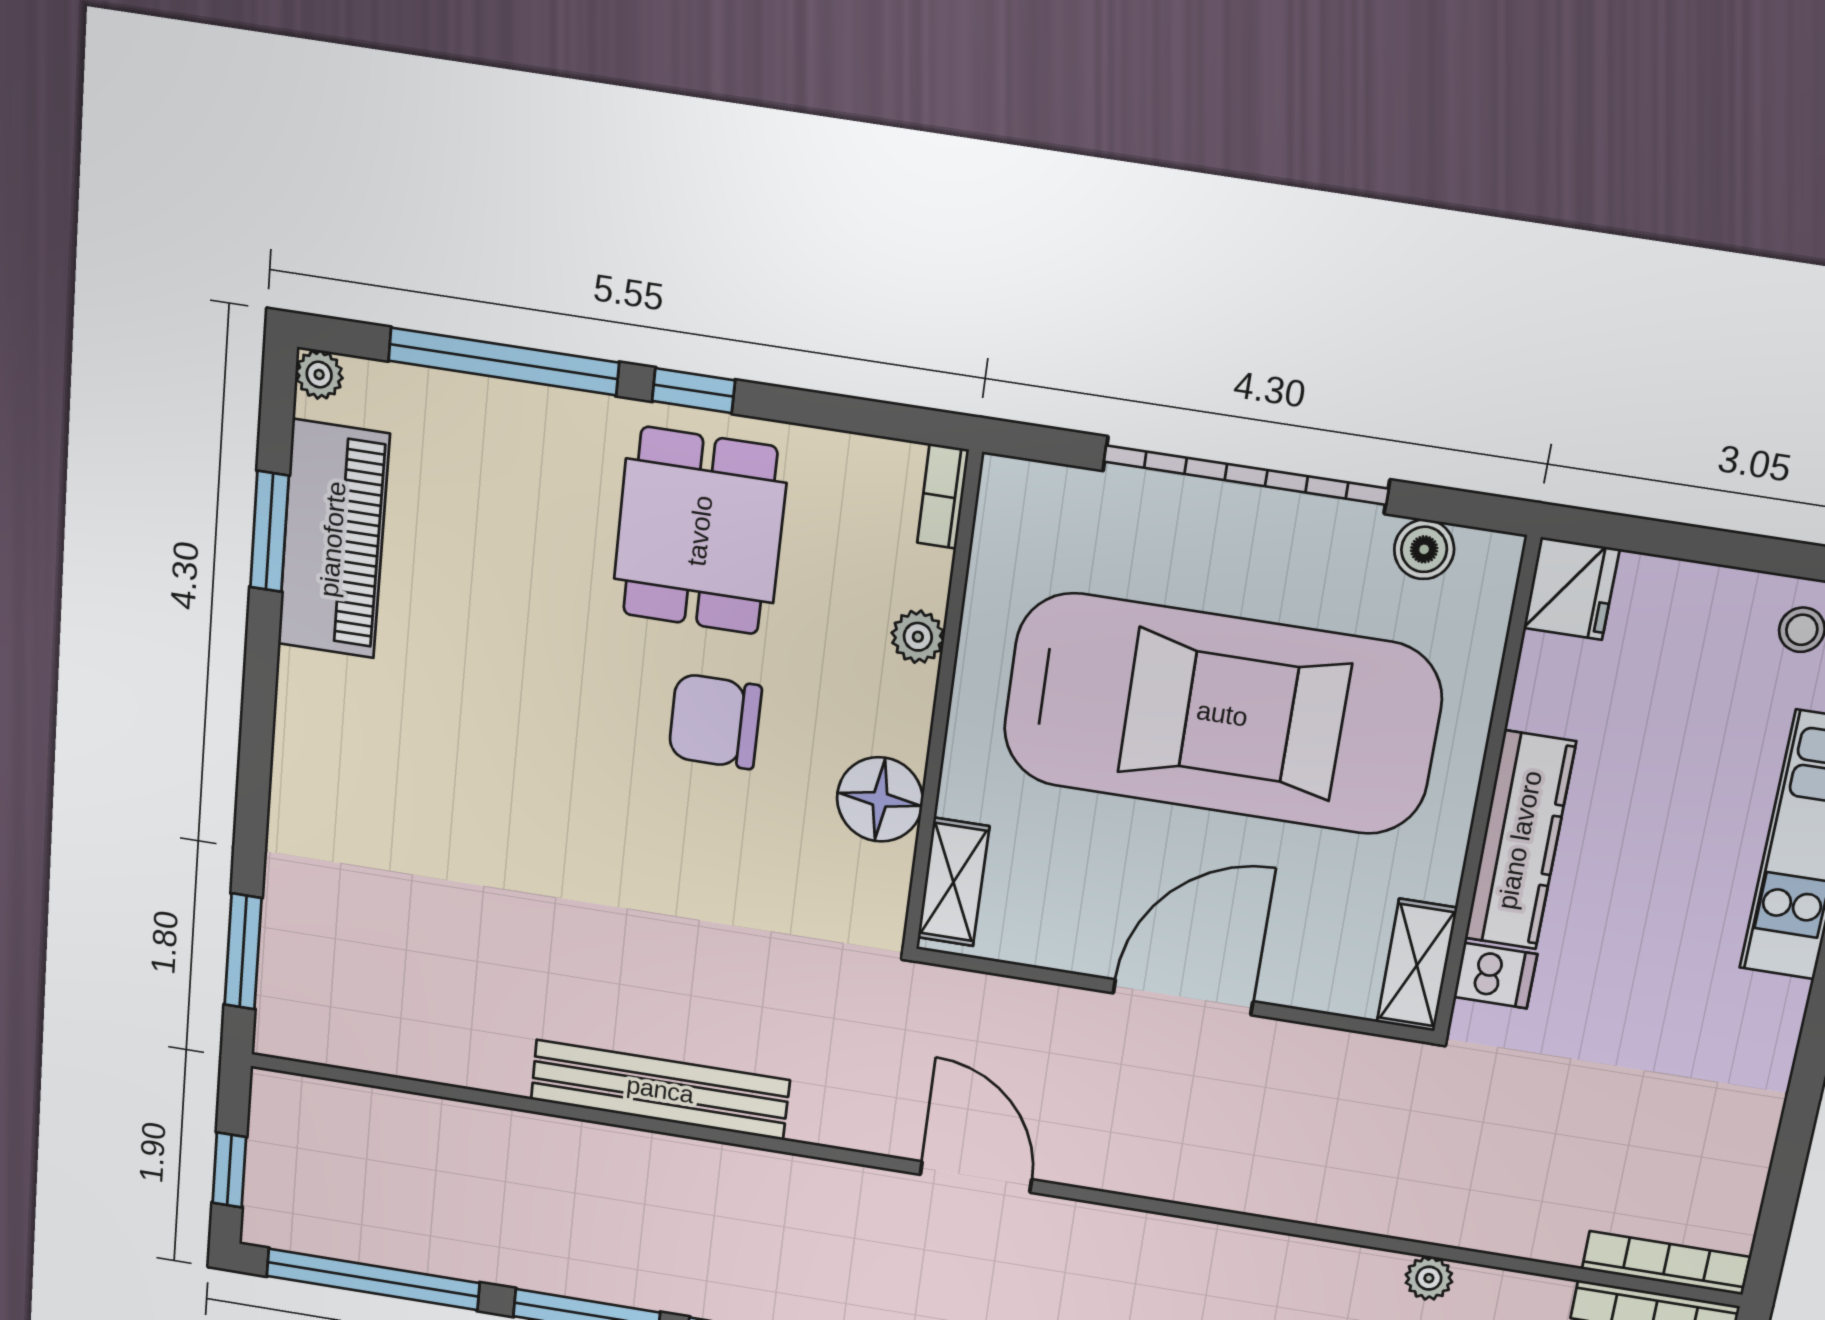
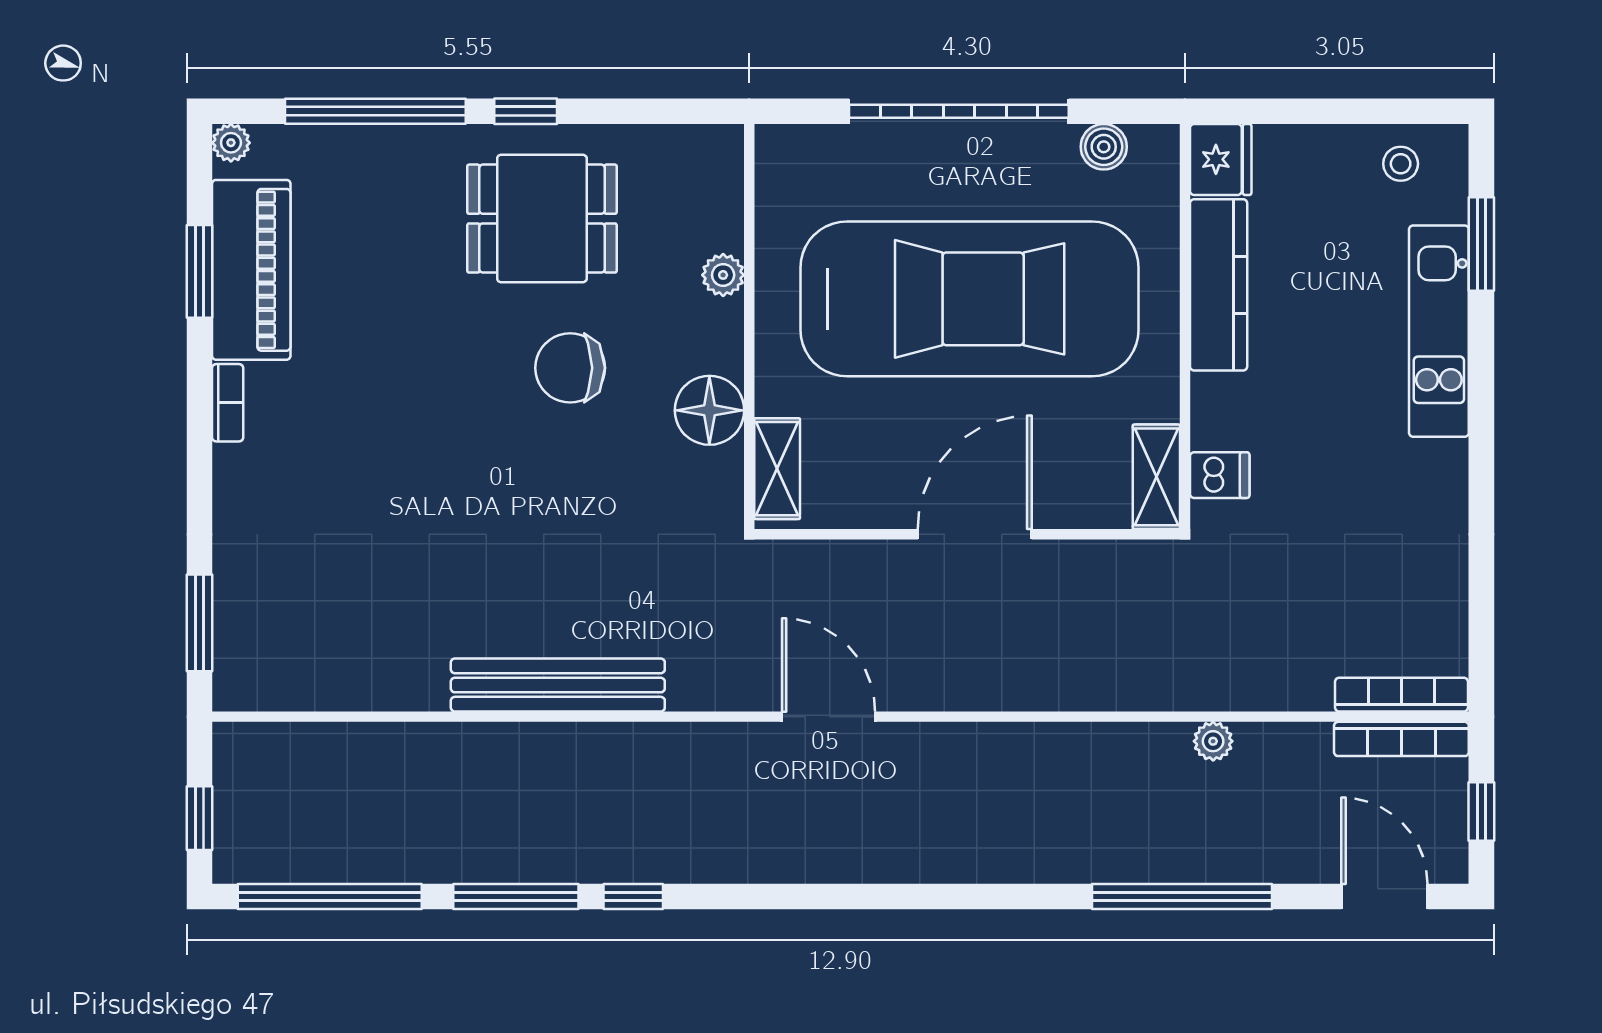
bookcase: (943, 496) -> (228, 403), moved, turned 180
dining table: (700, 531) -> (542, 219), turned 90
kitchen counter: (1520, 840) -> (1219, 285), moved

